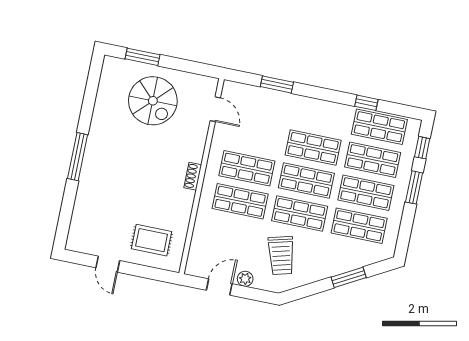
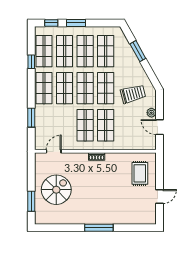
shop shelf: (320, 115) -> (44, 88), added

